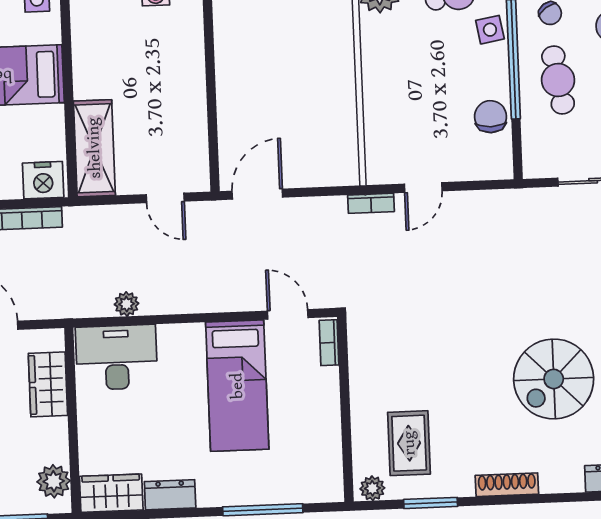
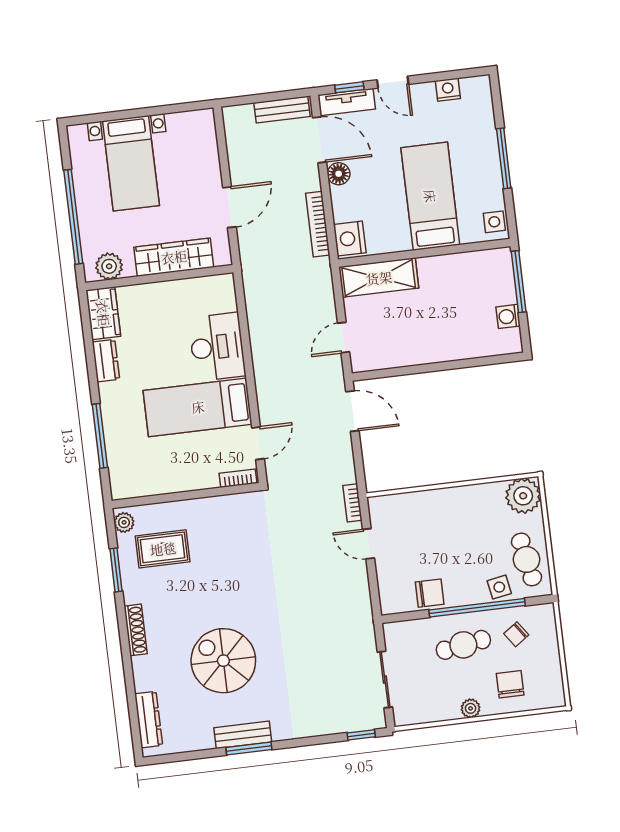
plant: (127, 304) -> (256, 313), removed
desk: (117, 357) -> (217, 347), moved
wardrobe: (48, 384) -> (174, 257), width x1.50

